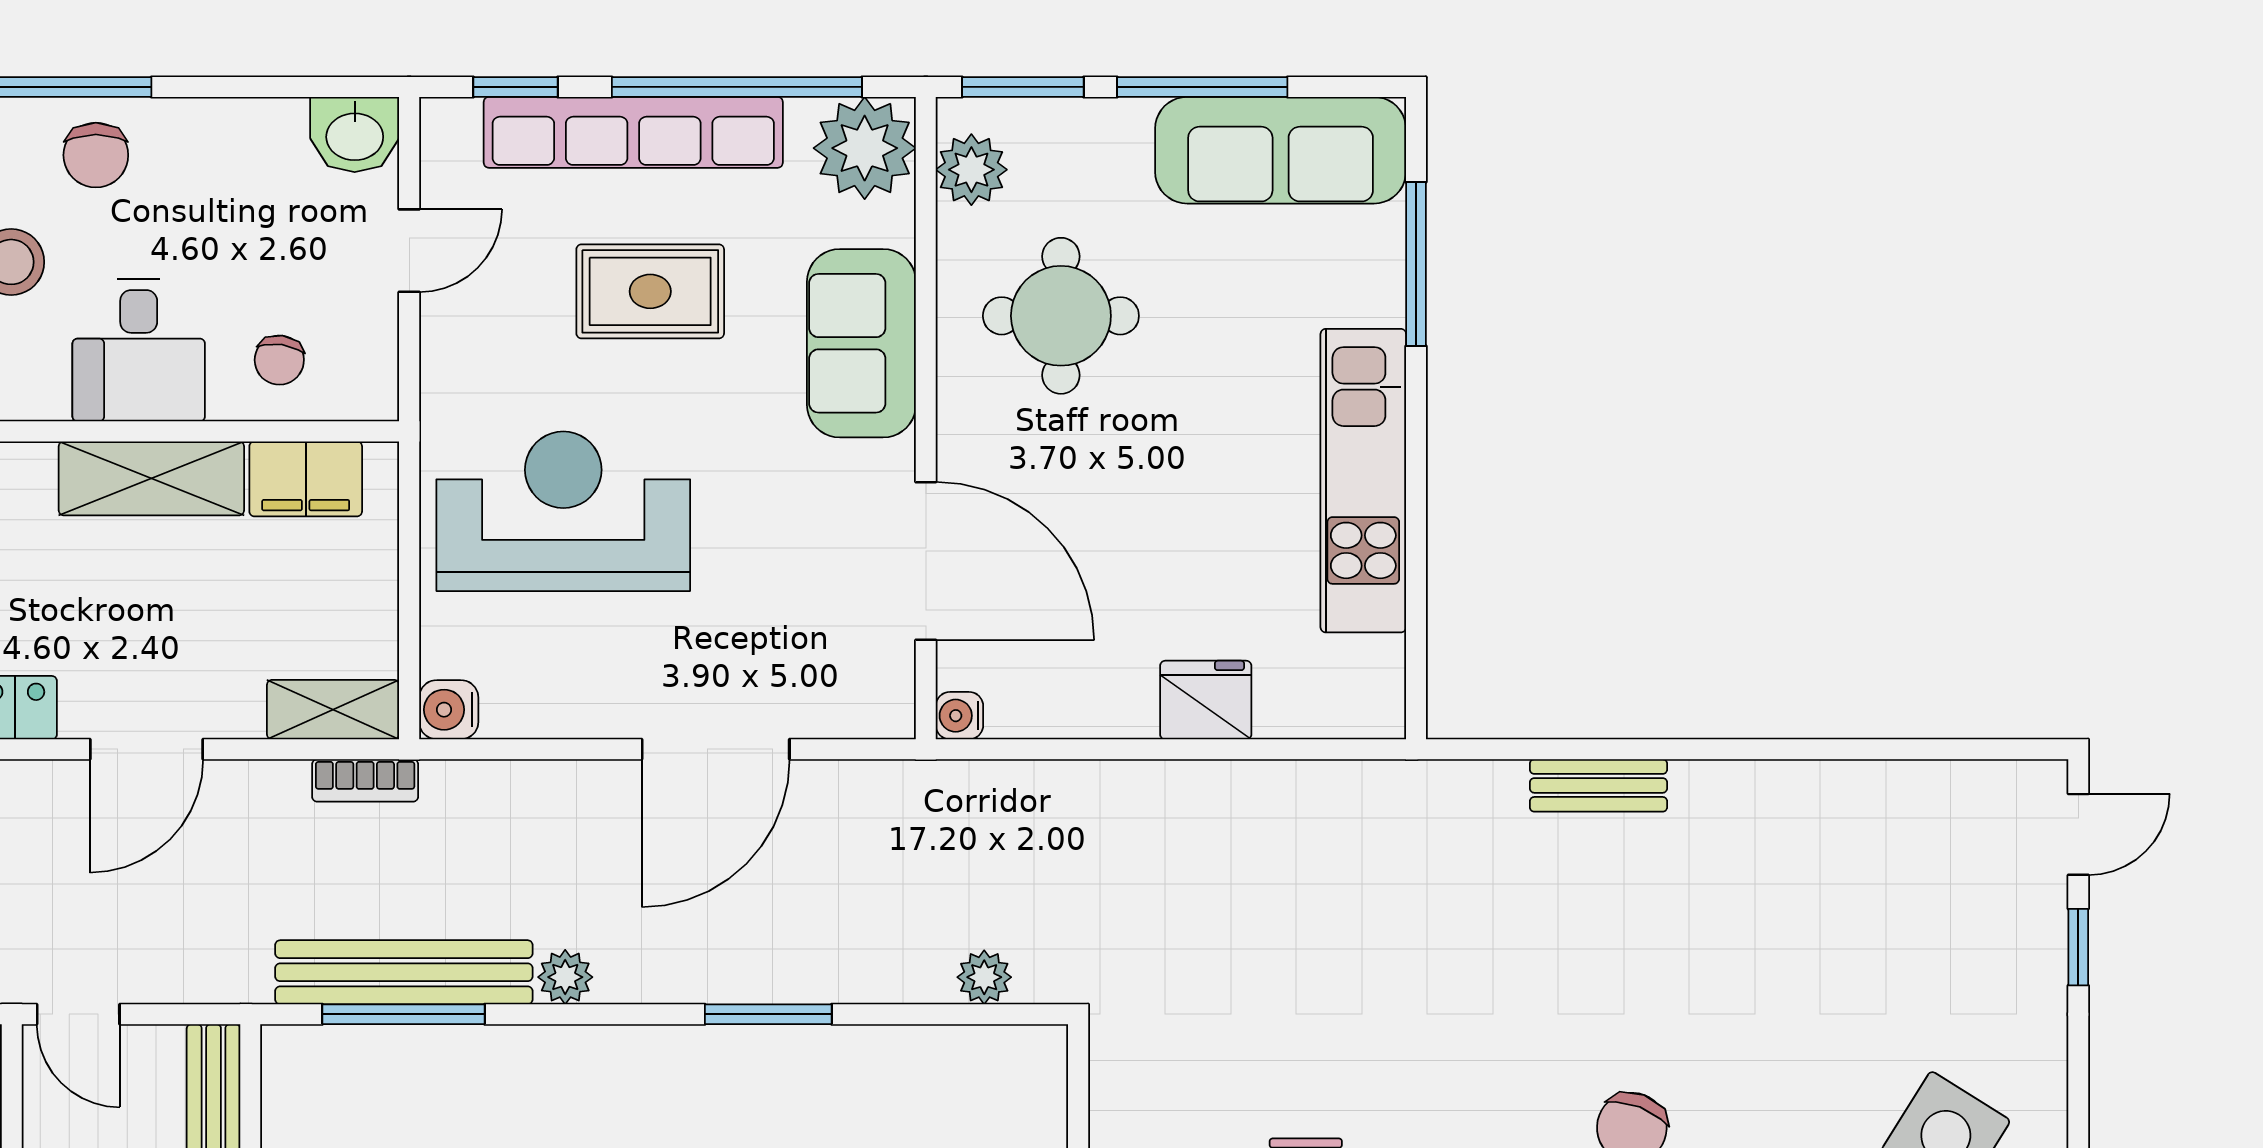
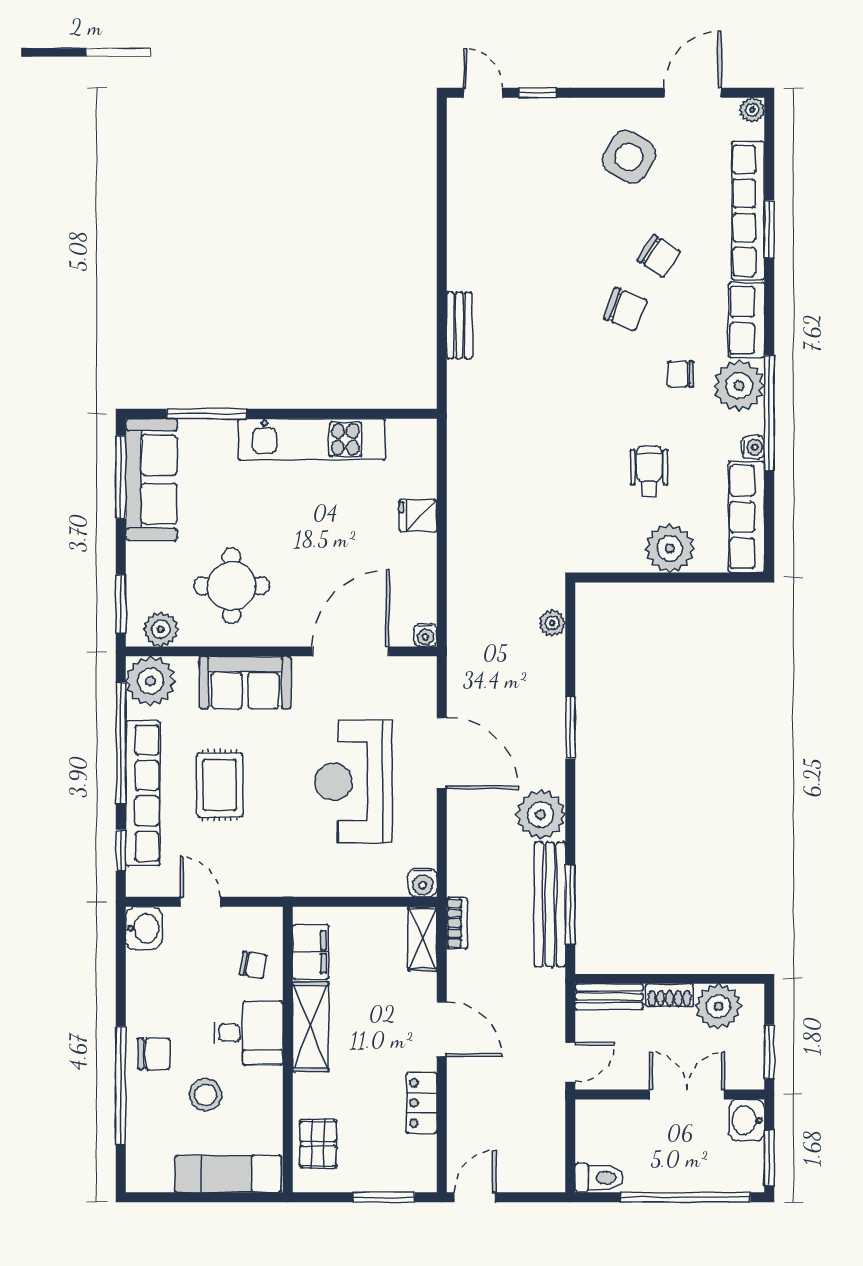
window: (1202, 87) -> (121, 477), moved
reception desk: (563, 511) -> (353, 782), moved
fridge: (1206, 700) -> (418, 516), width x0.72
plant: (565, 977) -> (541, 815), width x1.87, depth x1.87

